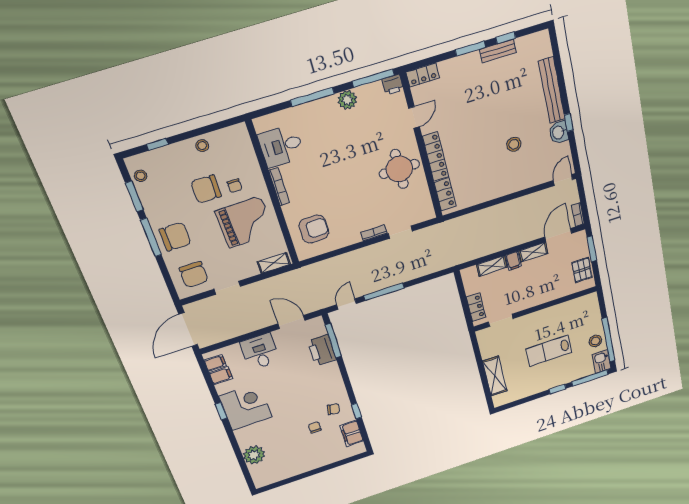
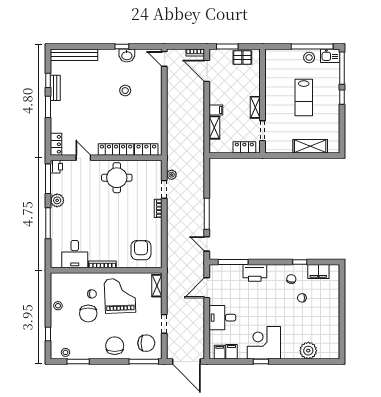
bench: (552, 90) -> (74, 55), moved
plant: (421, 235) -> (172, 175), added
window: (151, 237) -> (144, 362), moved
shelving: (533, 252) -> (255, 107), moved
printer: (322, 350) -> (255, 273), moved

